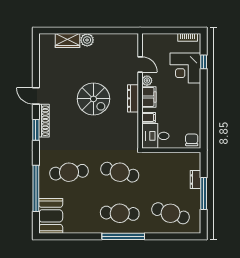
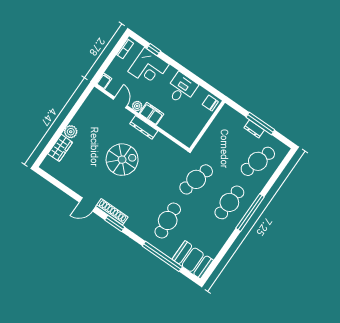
door: (140, 64) -> (120, 102), hinge flipped
filing cabinet: (149, 117) -> (104, 81), moved
desk: (155, 136) -> (181, 89), moved, turned 180
dresser: (195, 180) -> (254, 129), moved

